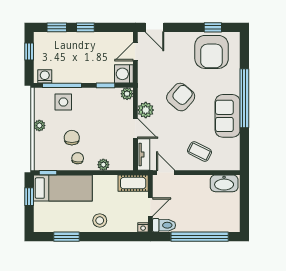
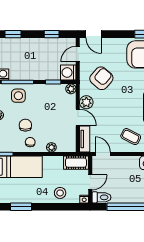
window: (85, 27) -> (52, 34), moved
armchair: (181, 97) -> (101, 78), moved
stool: (100, 220) -> (60, 193), moved

